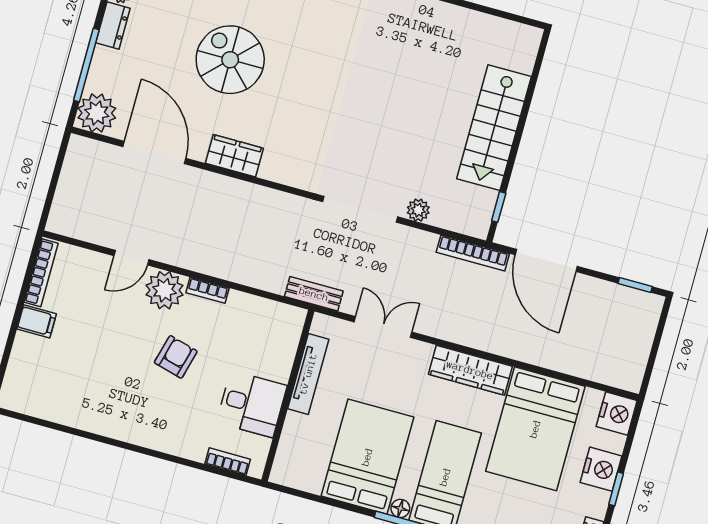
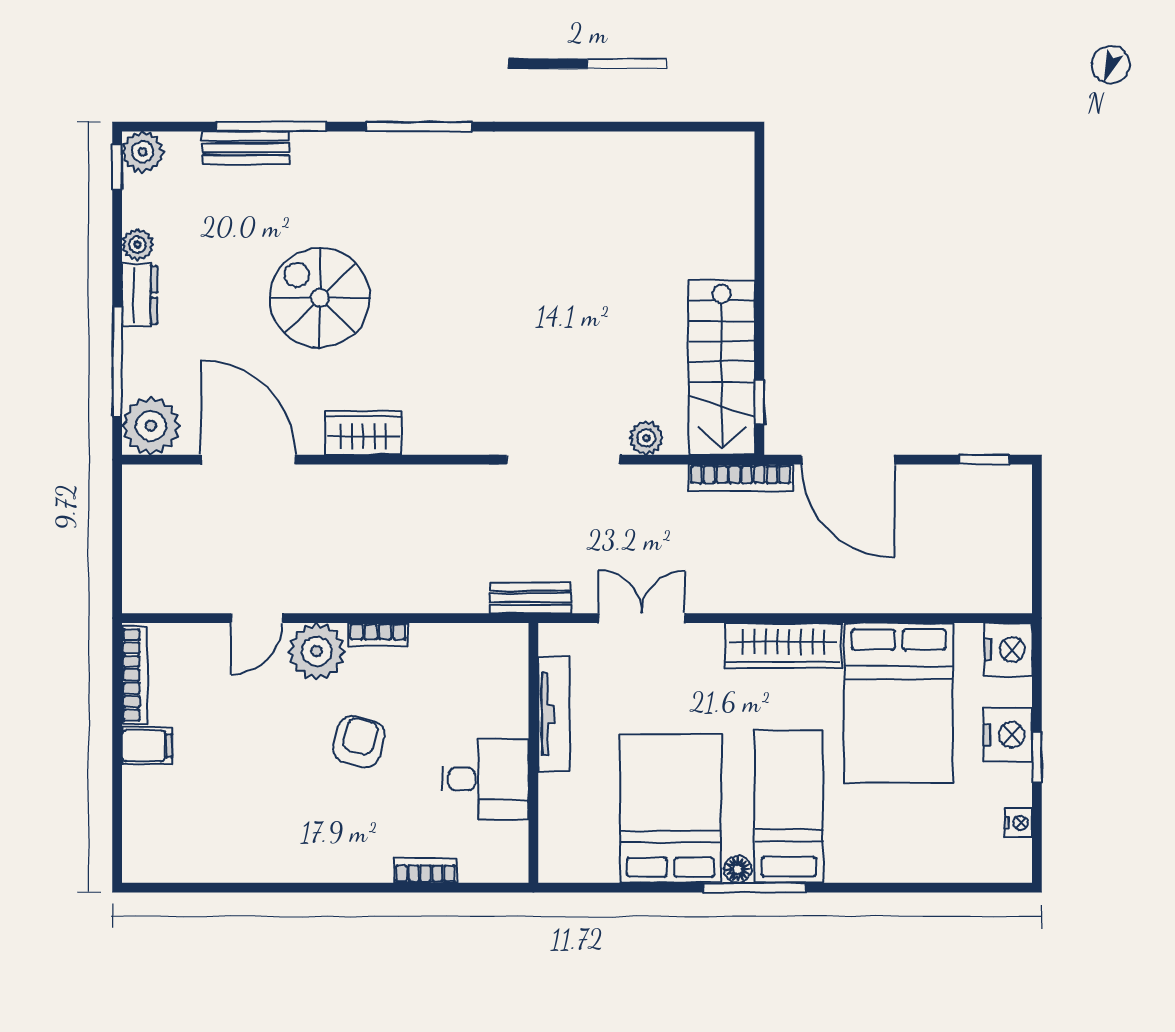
stairs: (494, 128) -> (722, 367), moved
bookcase: (228, 462) -> (426, 870), moved

